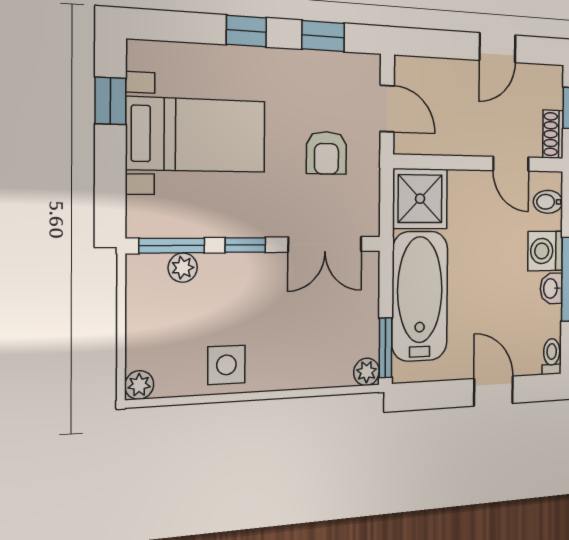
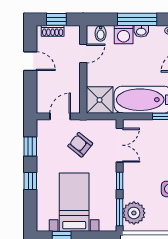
shoe rack: (553, 134) -> (53, 31), moved
armchair: (326, 153) -> (80, 145), turned -141
plant: (183, 268) -> (134, 213), width x1.88, depth x1.88

